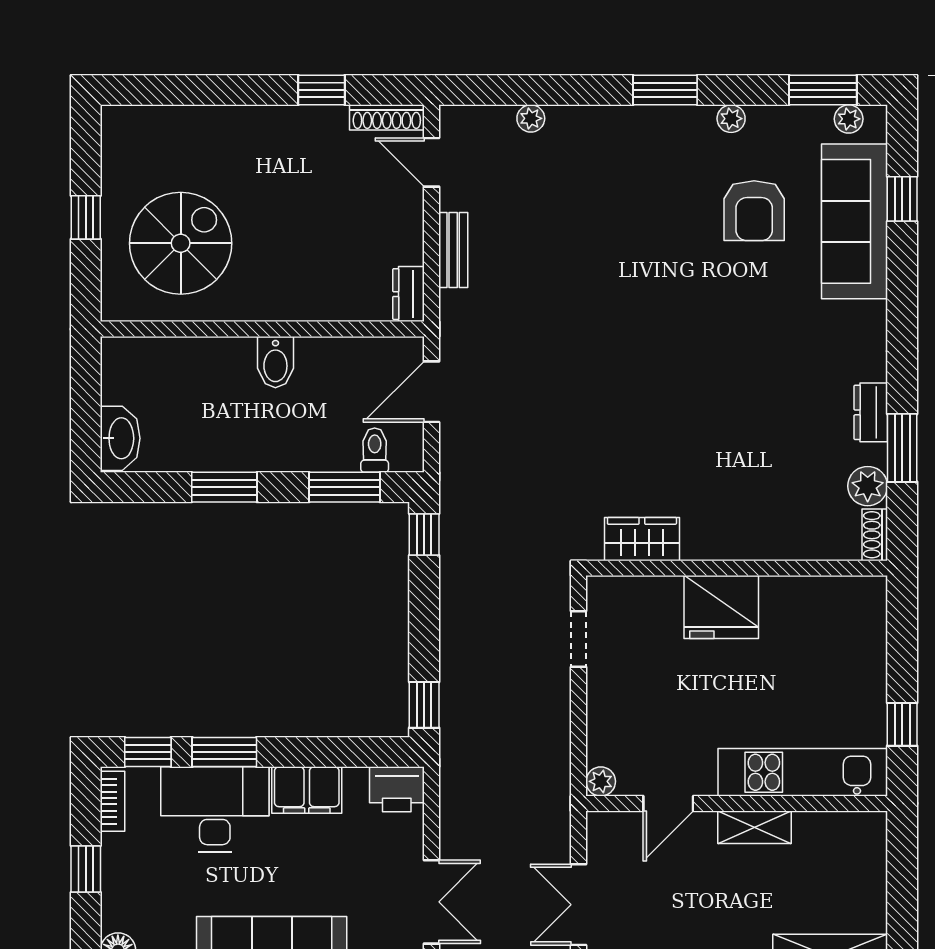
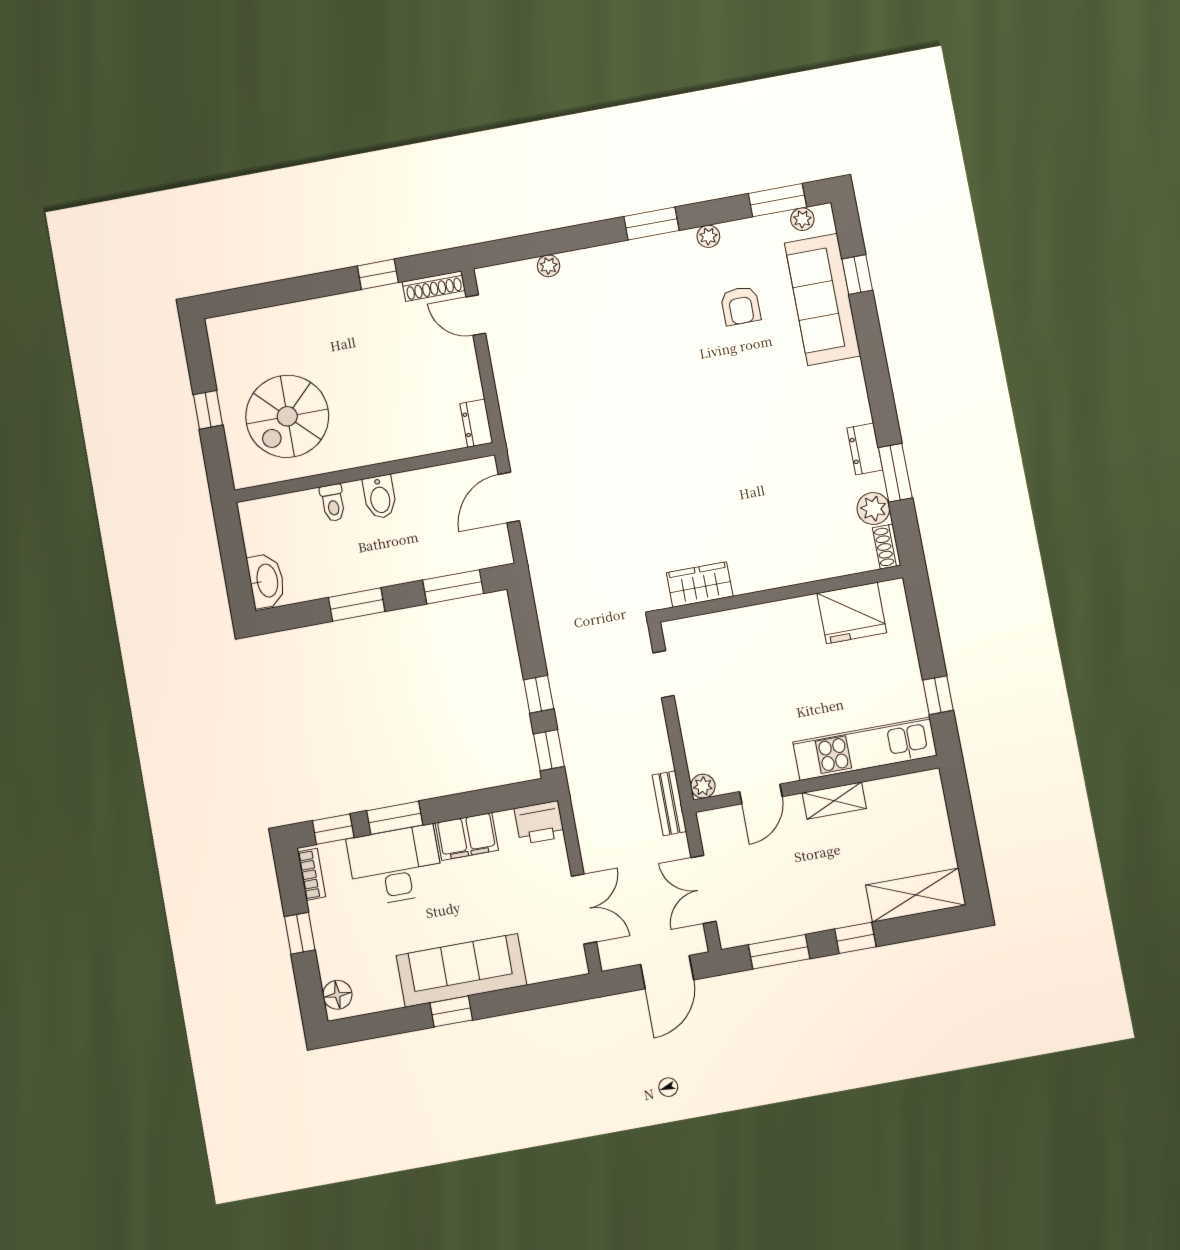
armchair: (754, 211) -> (741, 306), width x0.72, depth x0.72
spiral stairs: (181, 243) -> (287, 416), turned 180
bench: (453, 250) -> (669, 803), moved
toilet: (375, 450) -> (333, 503), moved, turned 180
window: (424, 534) -> (539, 694), moved
fridge: (721, 607) -> (852, 613), moved

